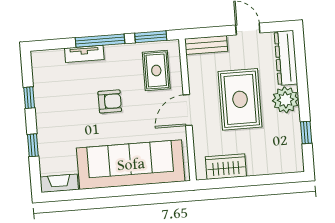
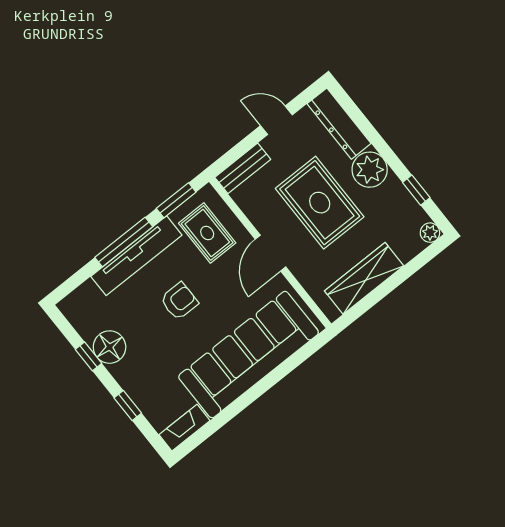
tv unit: (84, 54) -> (136, 256), width x1.92, depth x1.29
floor lamp: (46, 101) -> (110, 347), added
plant: (297, 165) -> (430, 233), added
wardrobe: (226, 167) -> (364, 278), width x1.50

